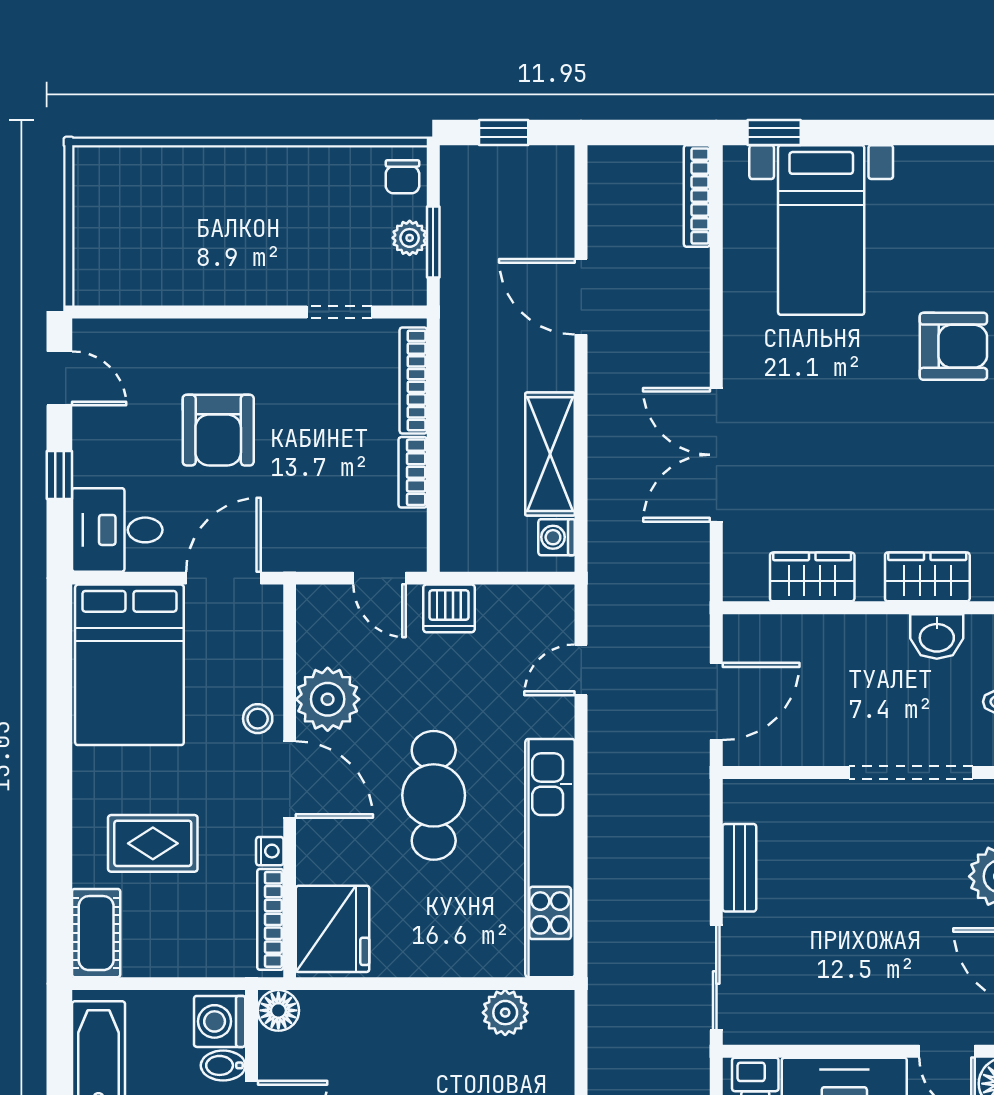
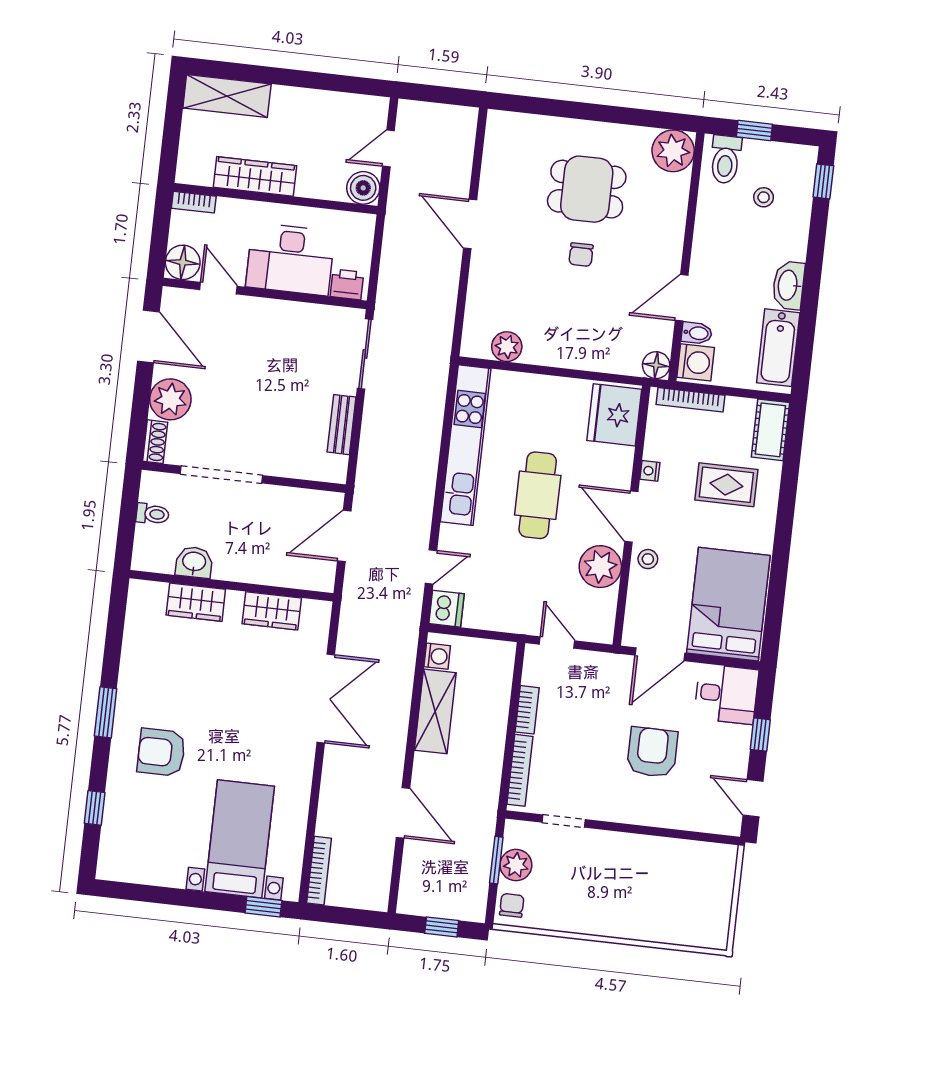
plant: (410, 238) -> (516, 865), width x1.38, depth x1.38
dishwasher: (449, 608) -> (446, 609), moved, turned 90
bookcase: (270, 919) -> (691, 400), moved, turned 90

